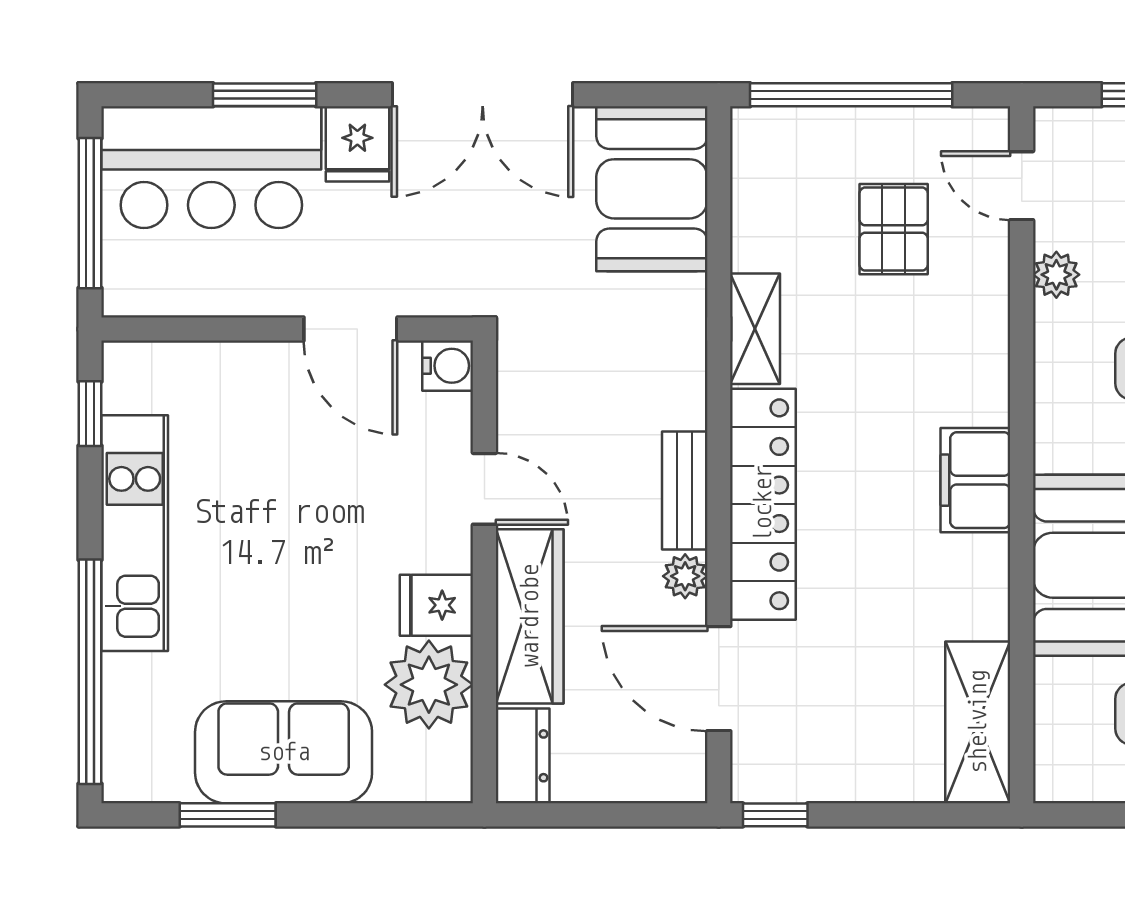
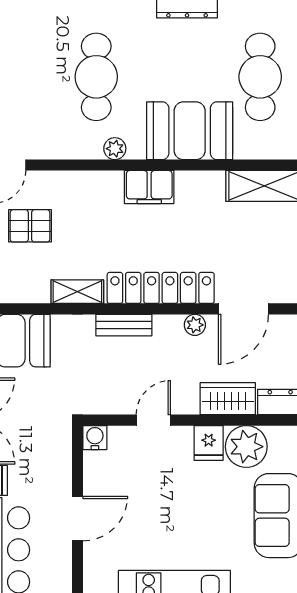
plant: (1056, 275) -> (115, 149), moved
door: (350, 329) -> (77, 519), moved
bench: (685, 490) -> (124, 325), moved
wardrobe: (530, 616) -> (228, 399), width x0.67

